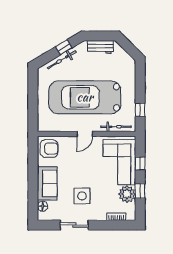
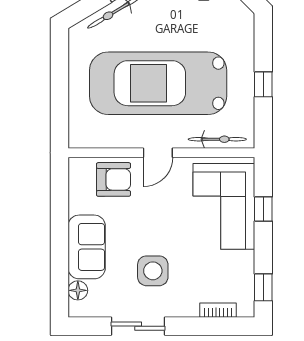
window: (140, 110) -> (263, 84), moved
armchair: (49, 149) -> (113, 179), moved
window: (140, 191) -> (263, 287), moved
plant: (127, 194) -> (239, 267), removed

